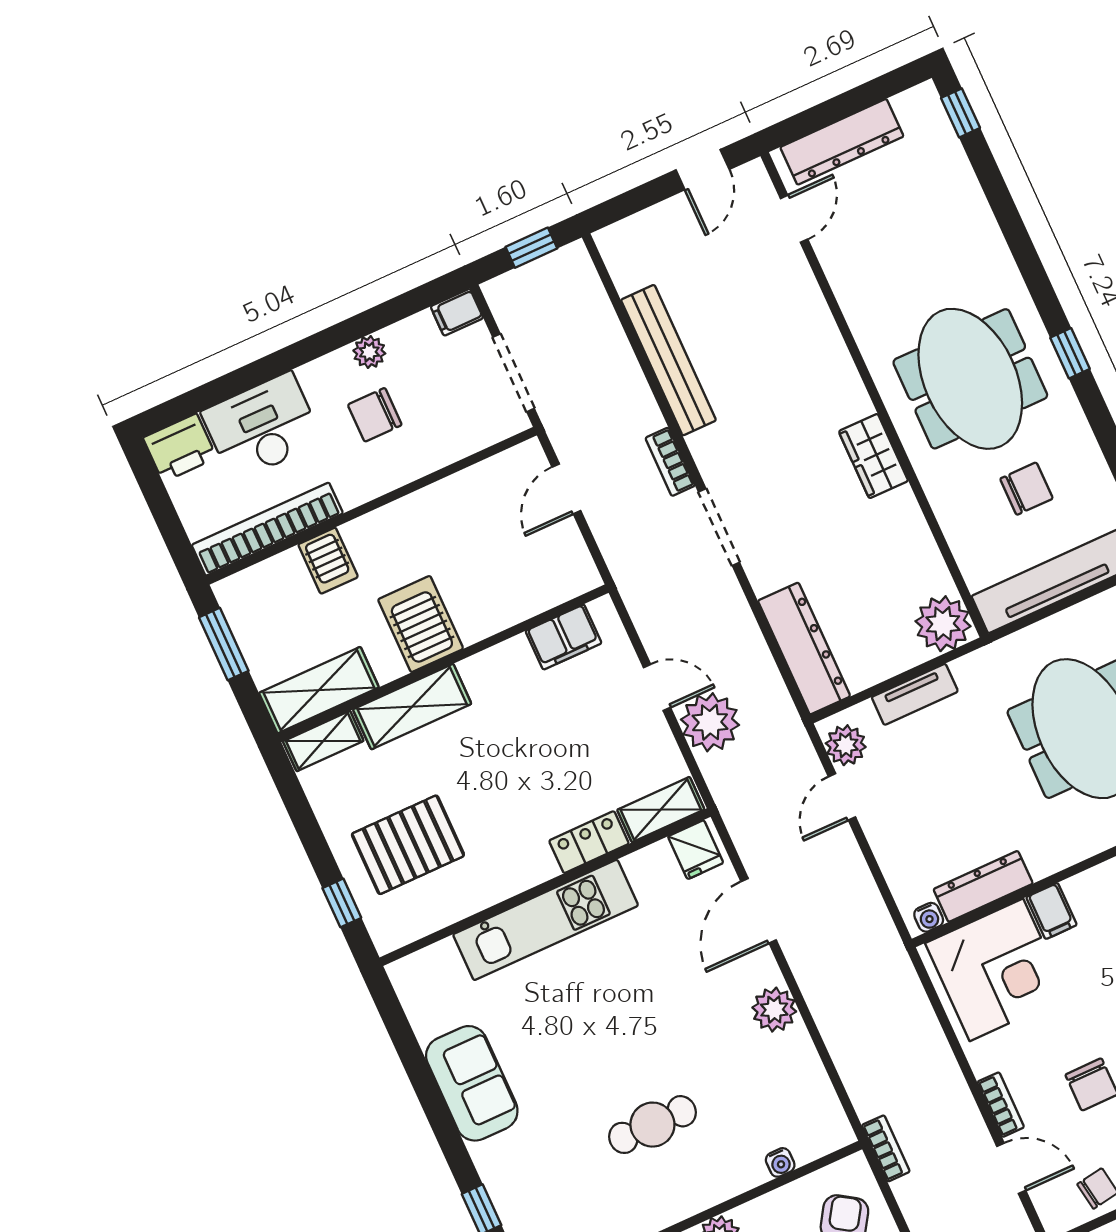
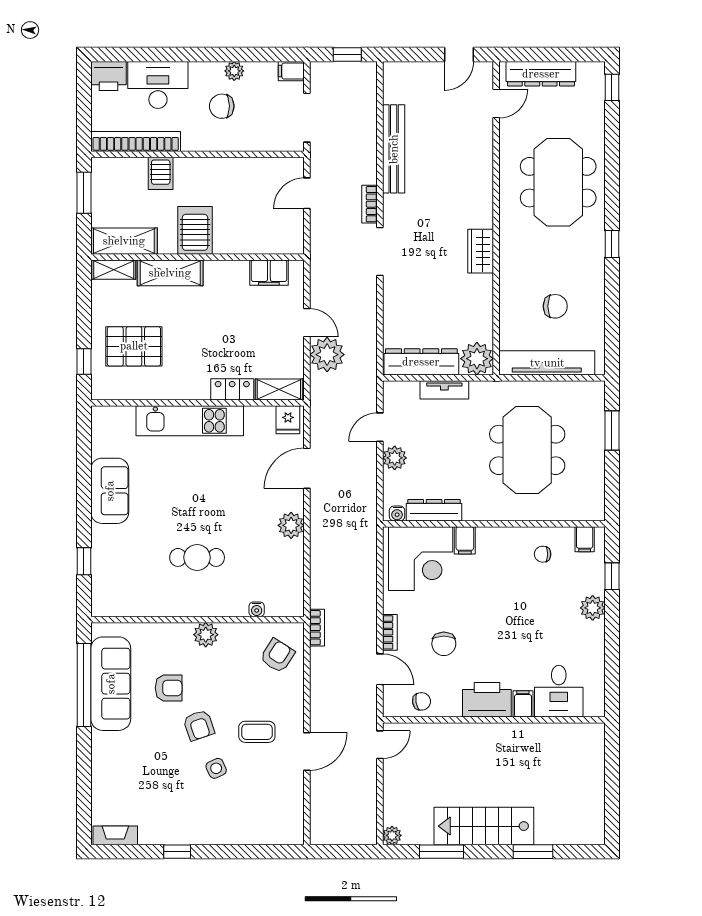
meeting table: (970, 379) -> (558, 182), moved
dresser: (804, 649) -> (421, 362), moved, turned -90
plant: (846, 745) -> (395, 458), moved

